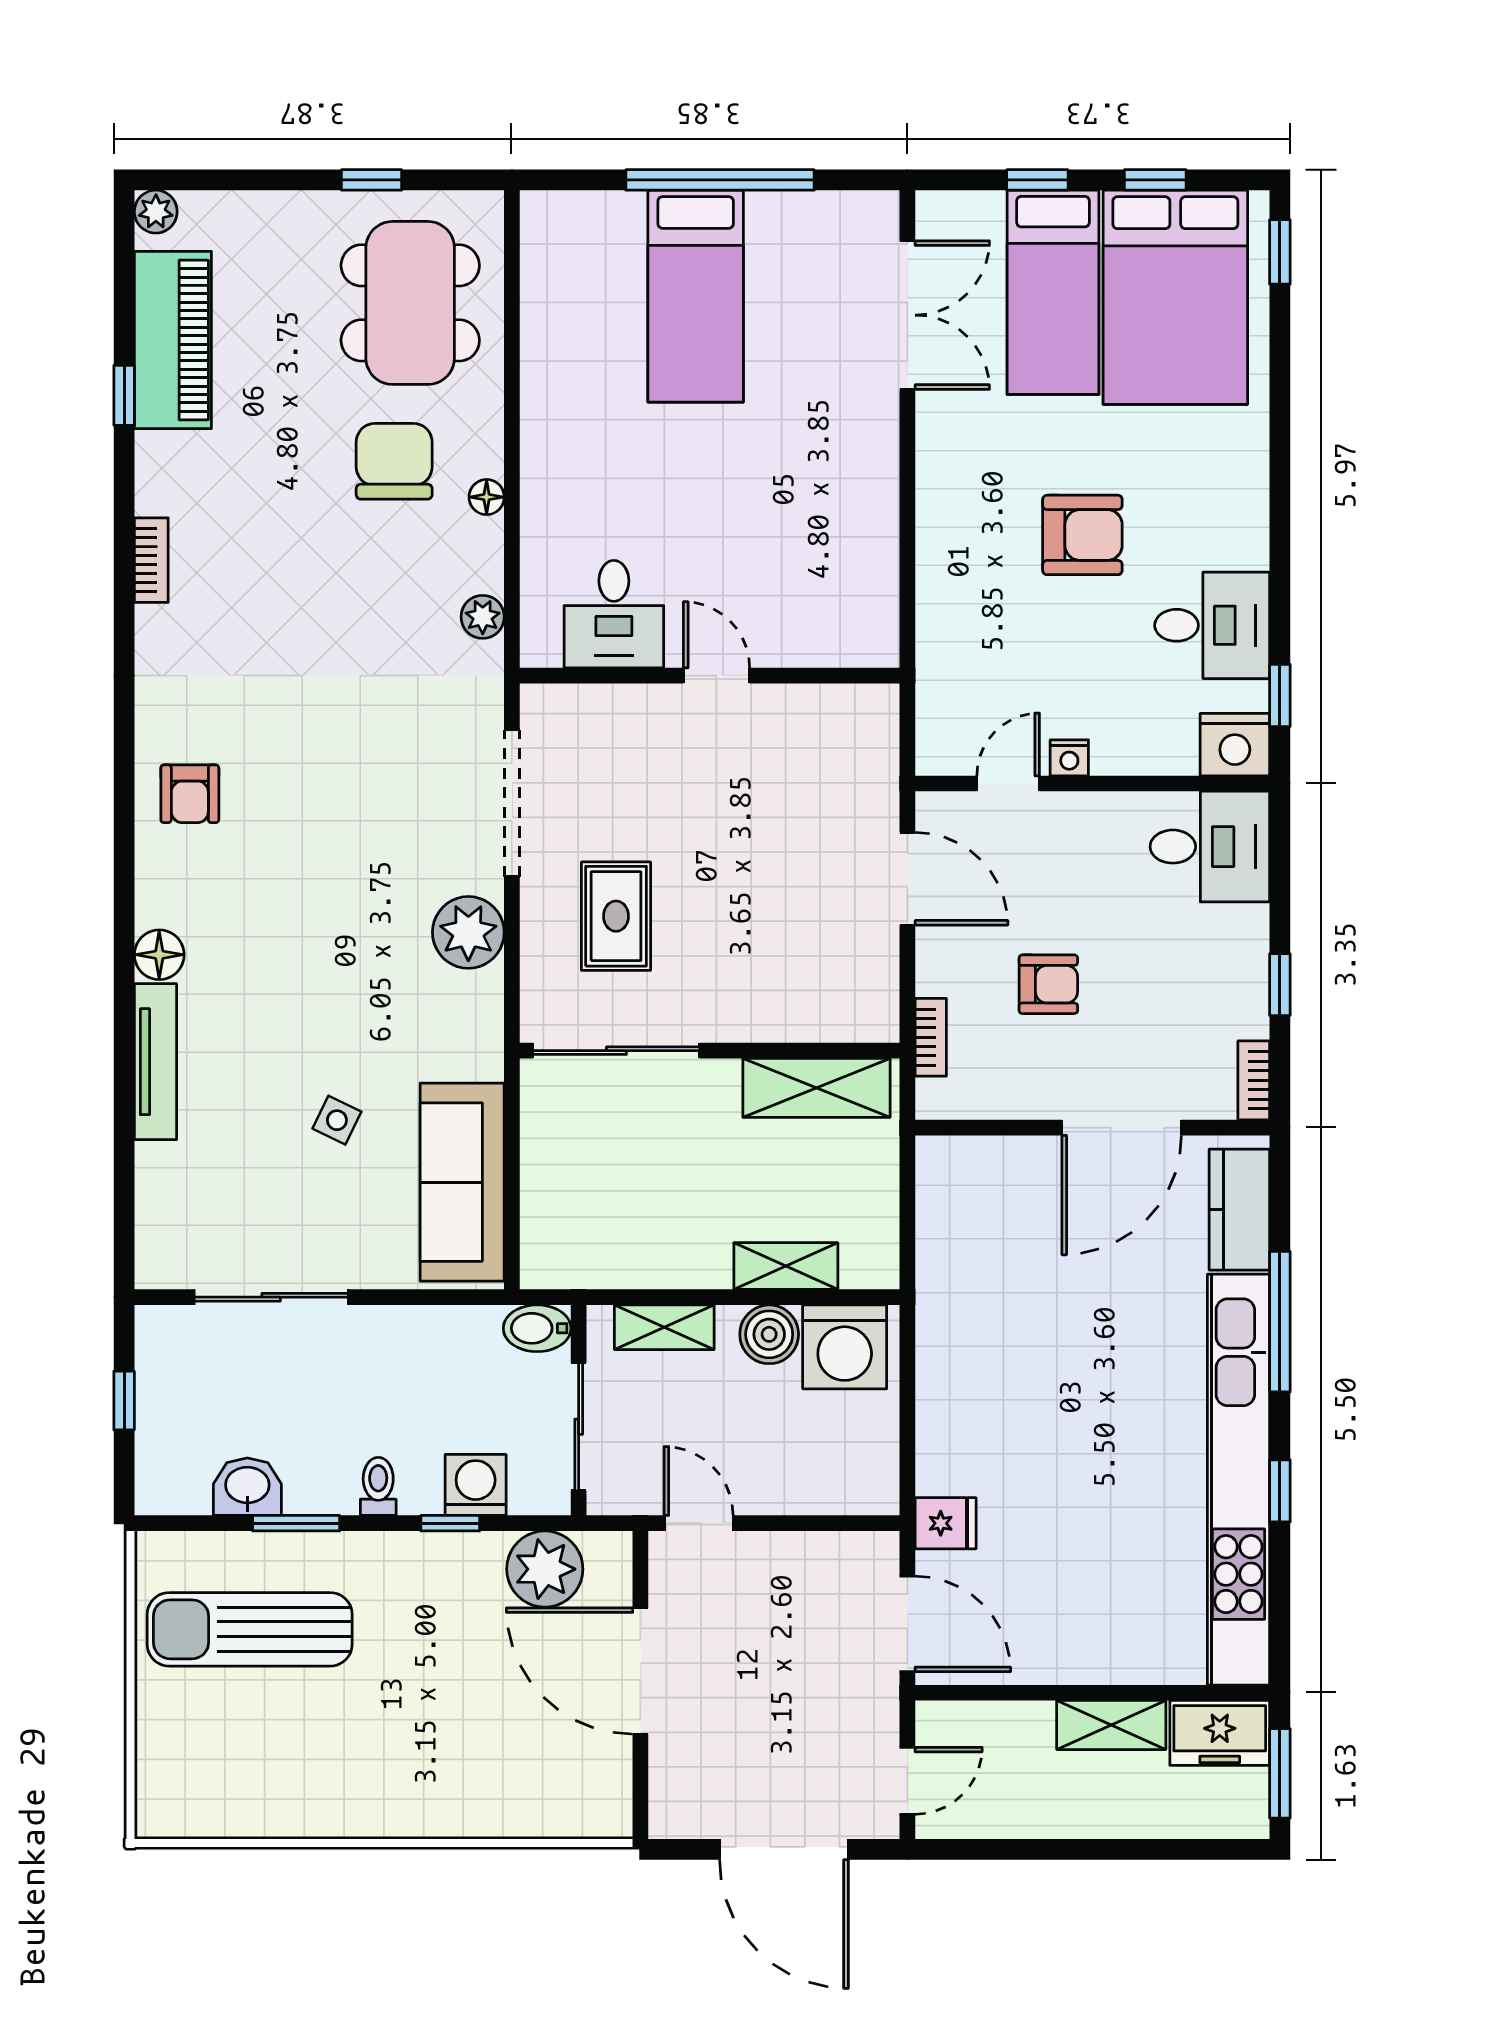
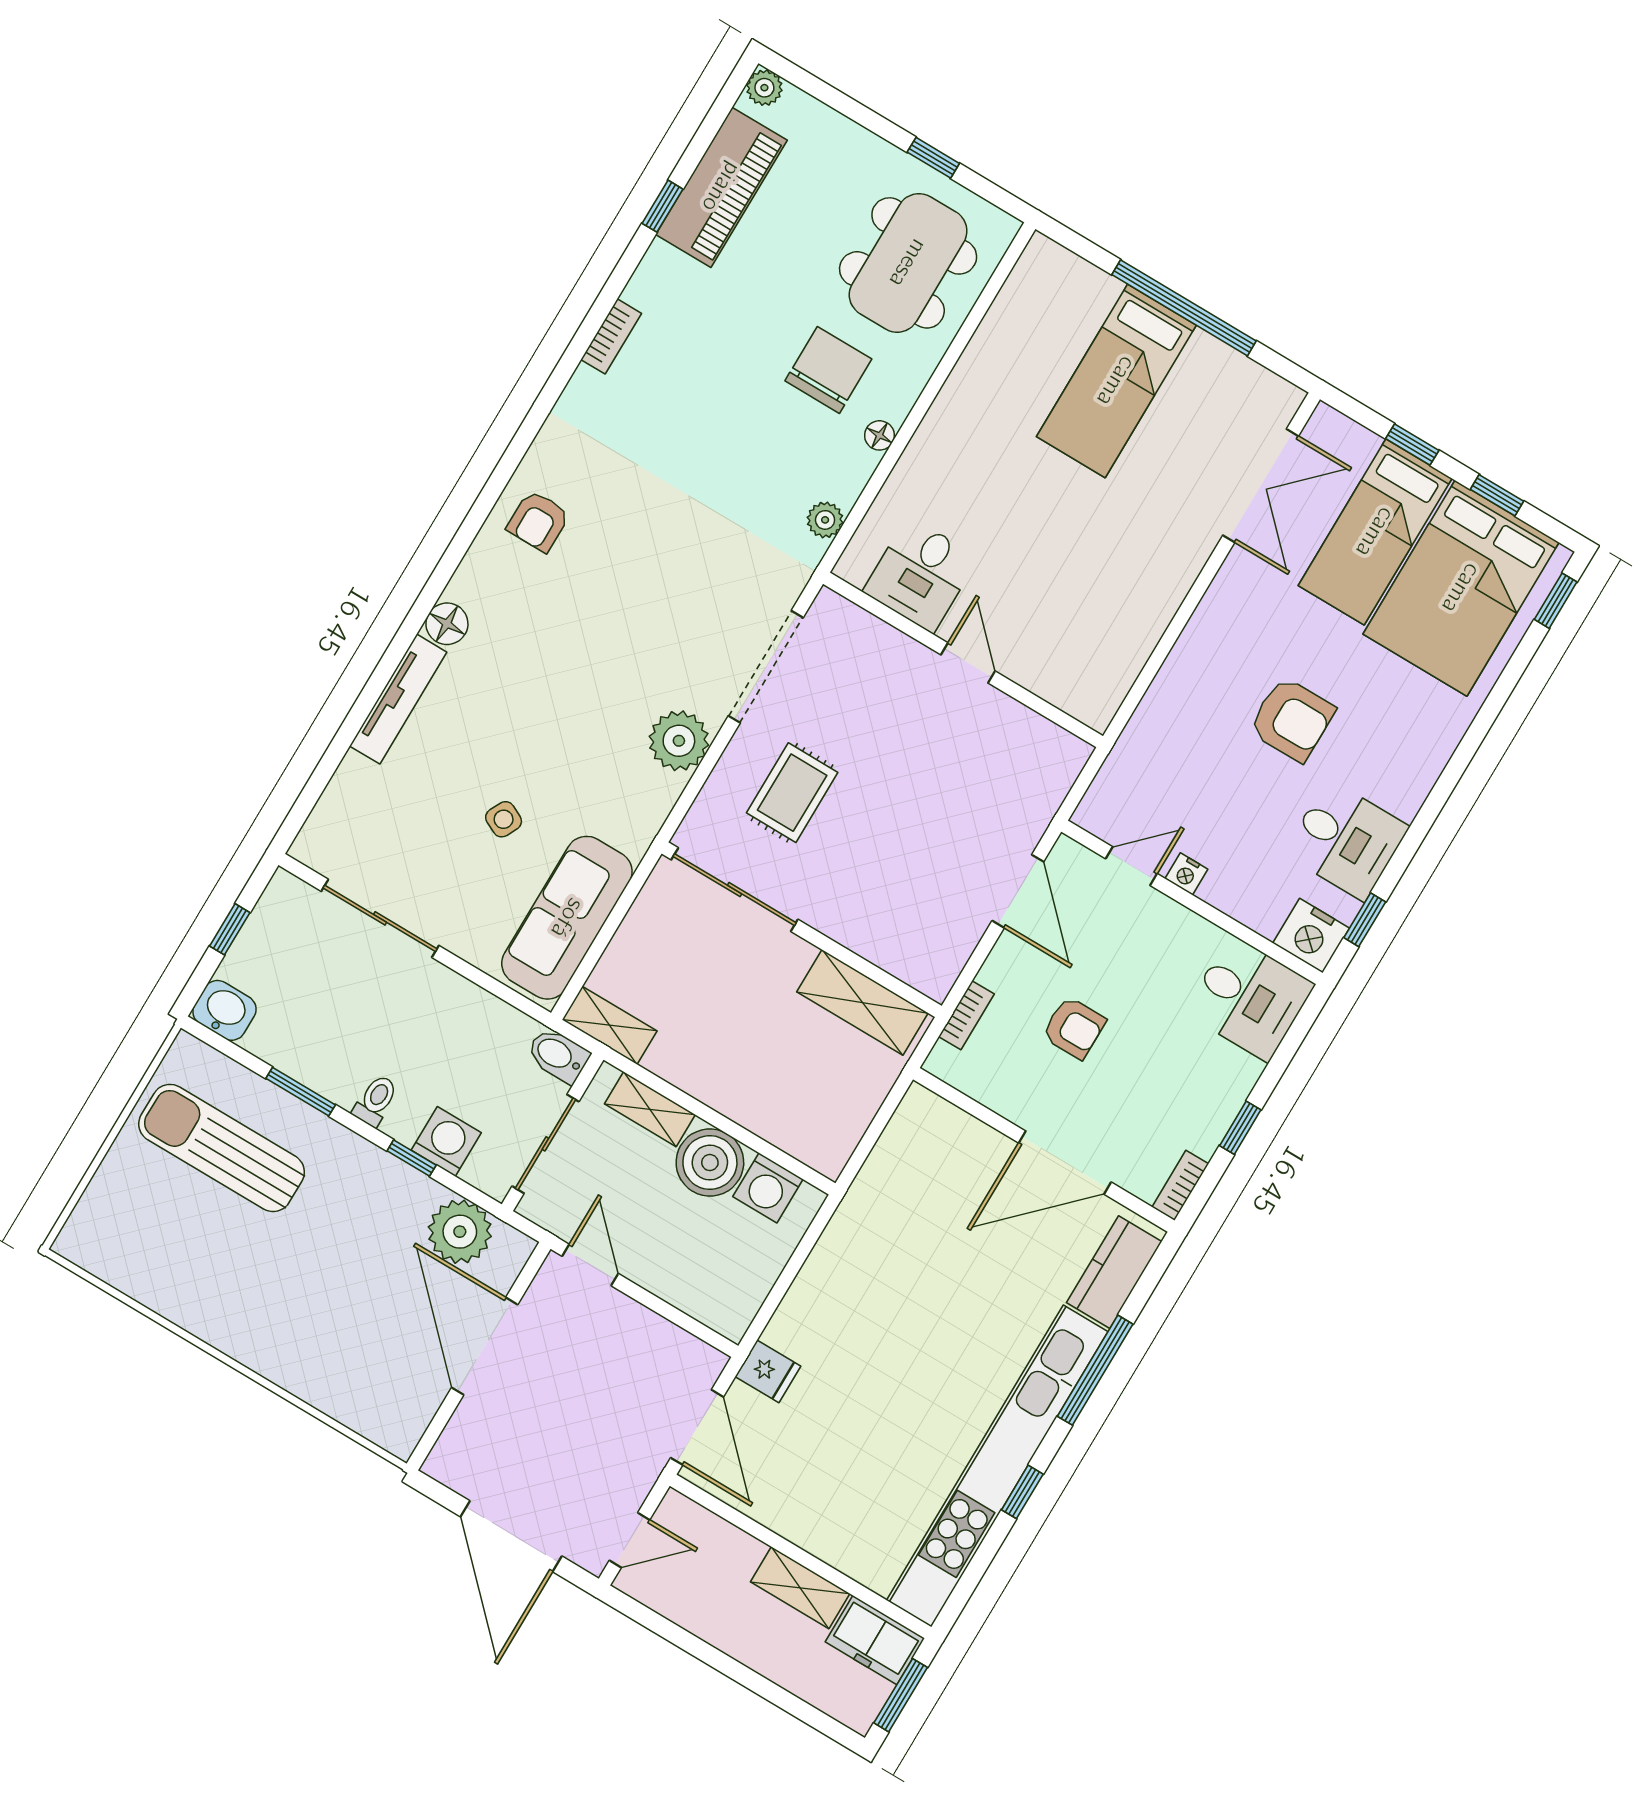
shelving: (786, 1266) -> (610, 1025), moved
boiler: (769, 1334) -> (710, 1163), width x1.37, depth x1.37
washing machine: (845, 1347) -> (768, 1188), width x0.73, depth x0.73
washbasin: (247, 1487) -> (224, 1010), moved

